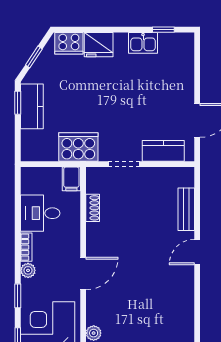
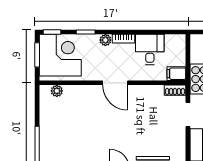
shoe rack: (93, 208) -> (175, 90), moved
door: (83, 274) -> (115, 83), moved

